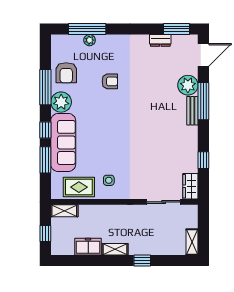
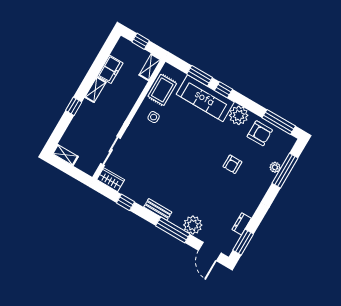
armchair: (66, 73) -> (260, 133), turned 180
window: (45, 87) -> (279, 122), moved
bench: (192, 111) -> (158, 209), moved

